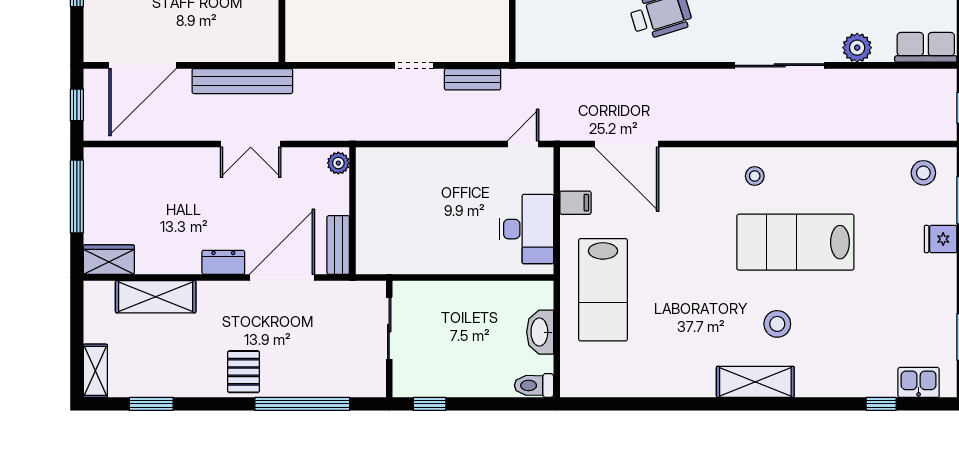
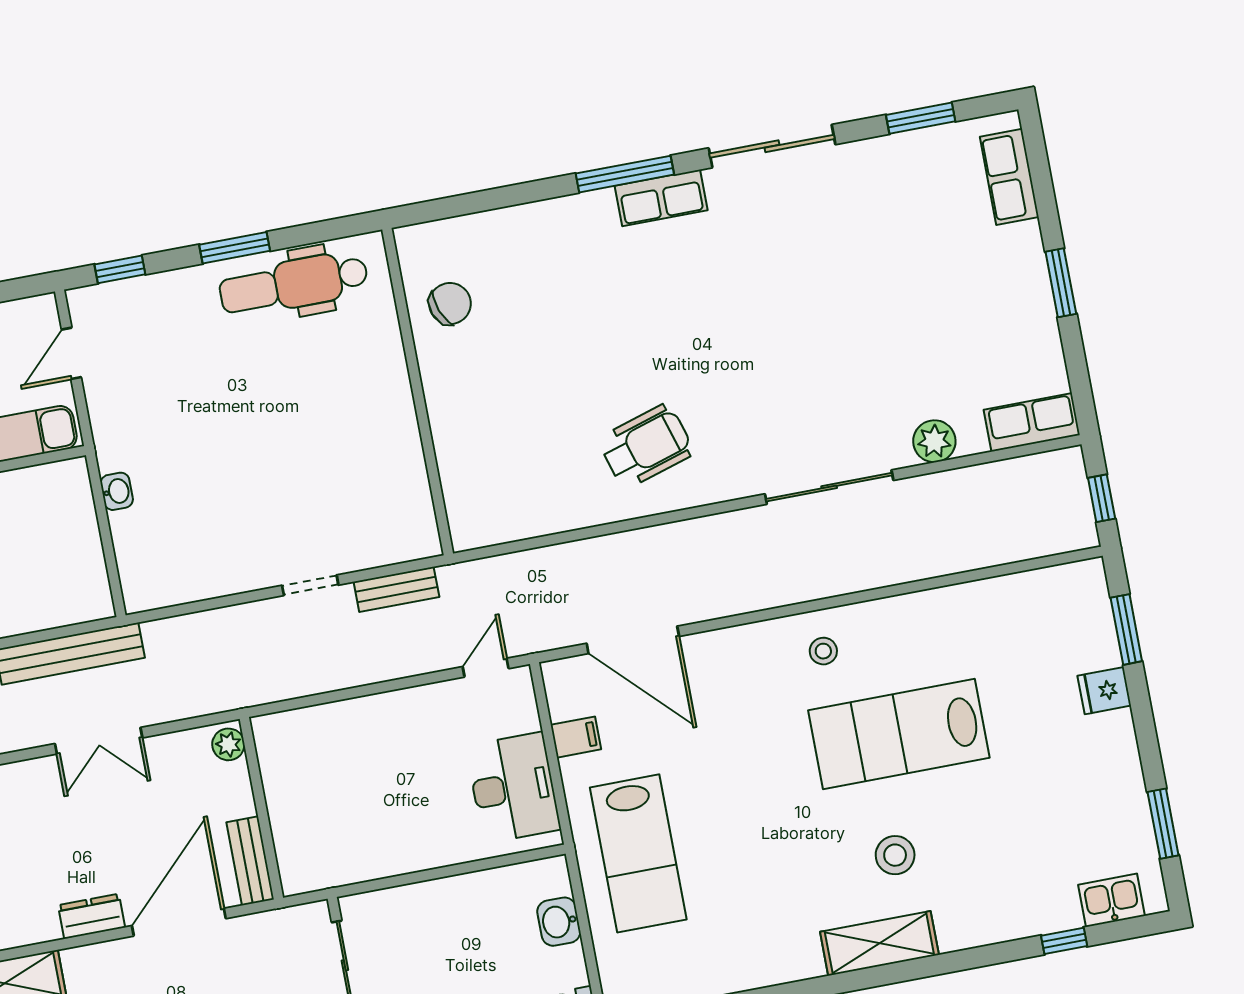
stool: (923, 173) -> (1062, 601), removed
washbasin: (540, 332) -> (559, 922), width x0.72

